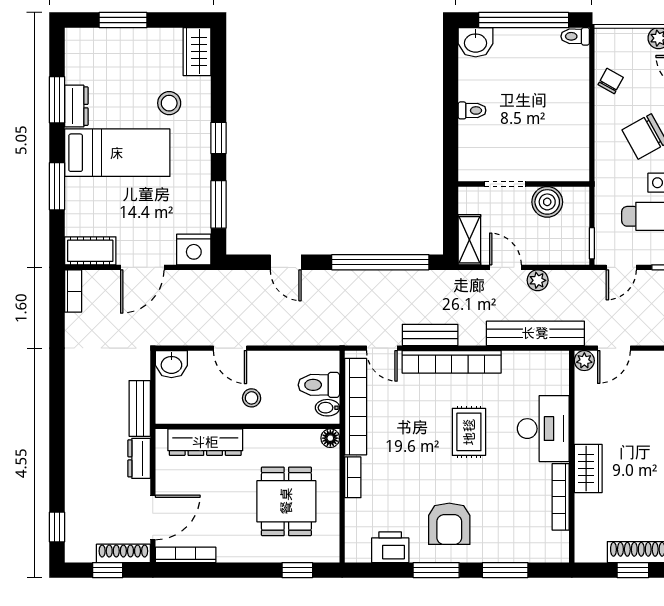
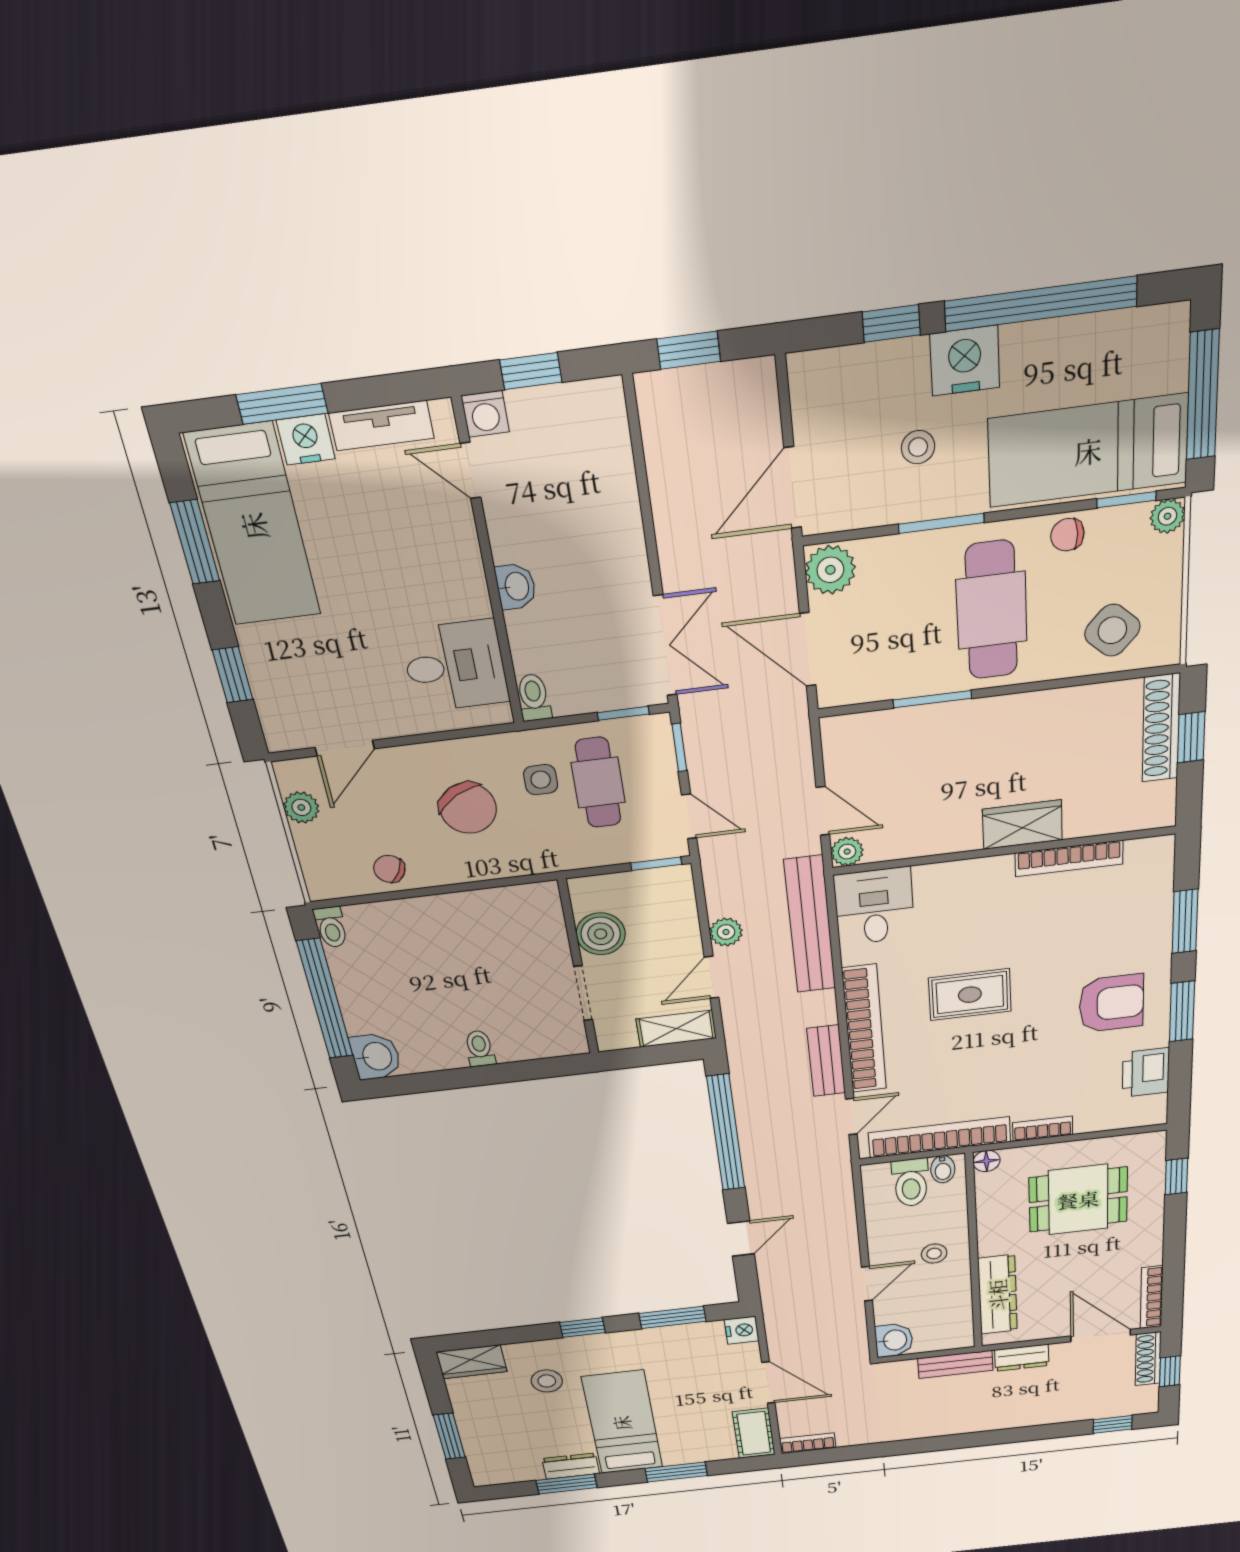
nightstand: (194, 249) -> (742, 1330), width x0.74, depth x0.75
desk: (543, 429) -> (874, 906), moved, width x0.73

